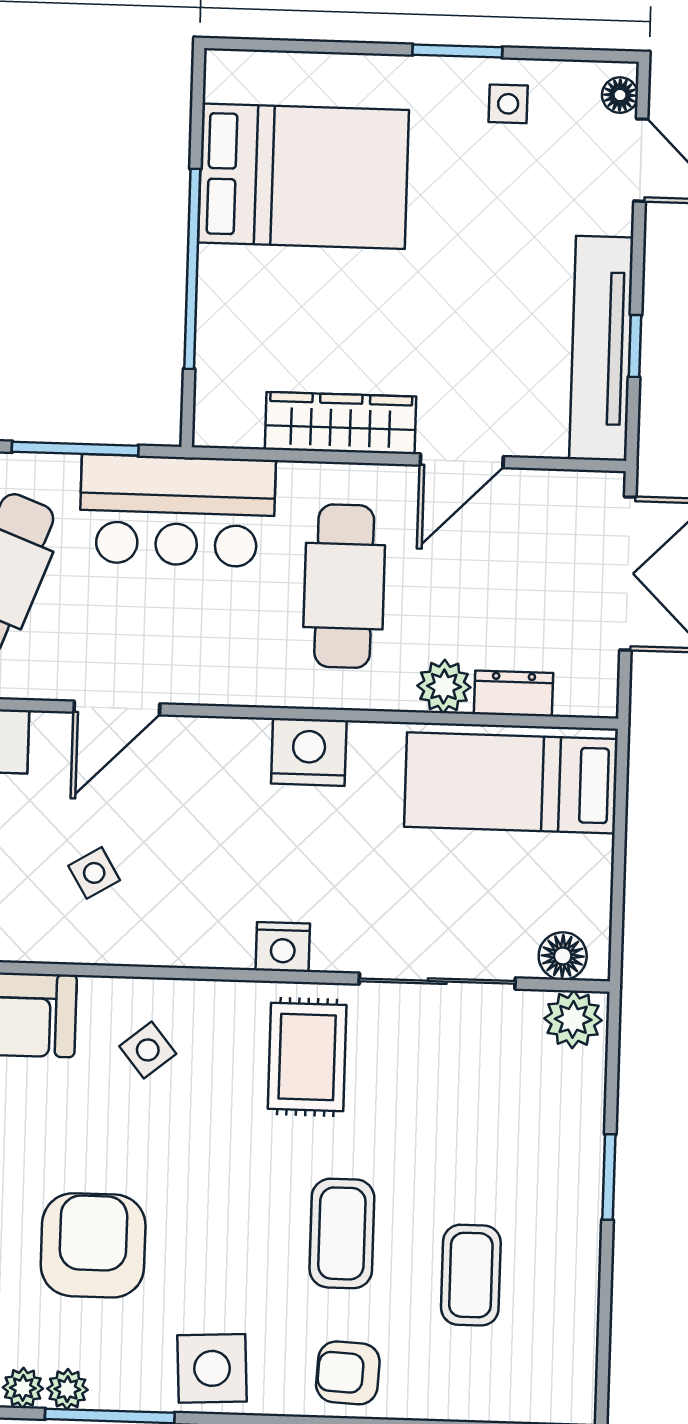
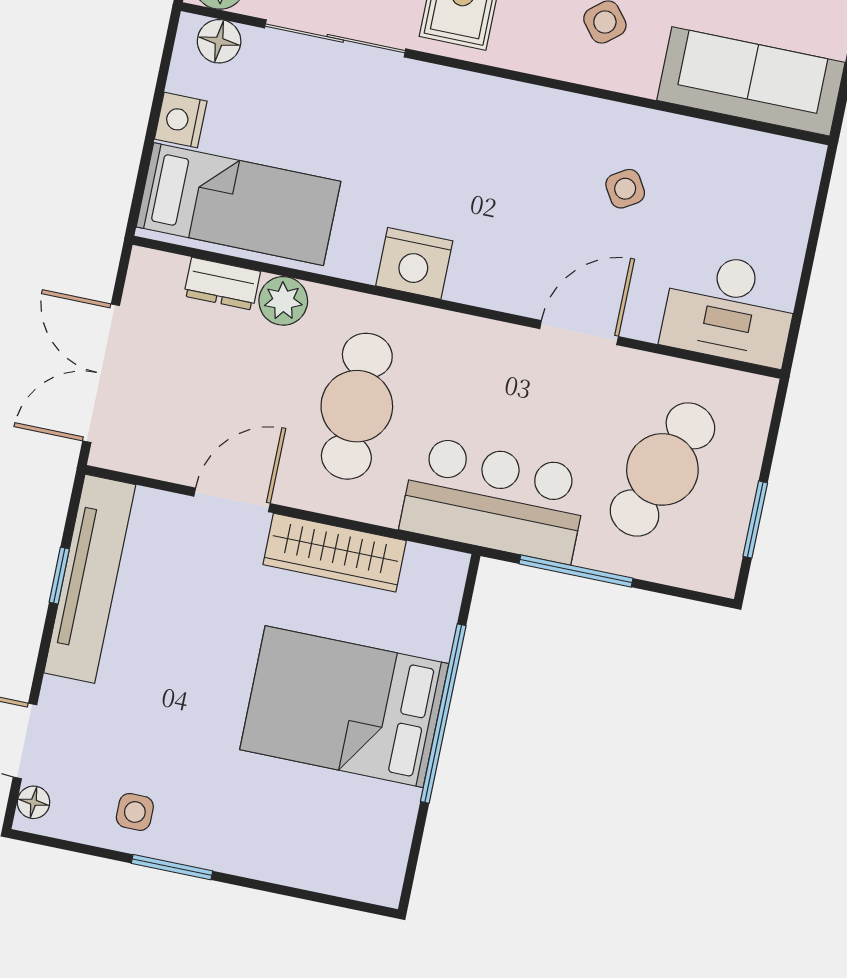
bed: (304, 176) -> (344, 707), moved
nightstand: (283, 947) -> (181, 120), moved, turned -90

